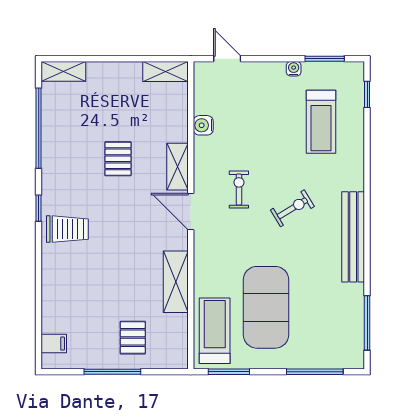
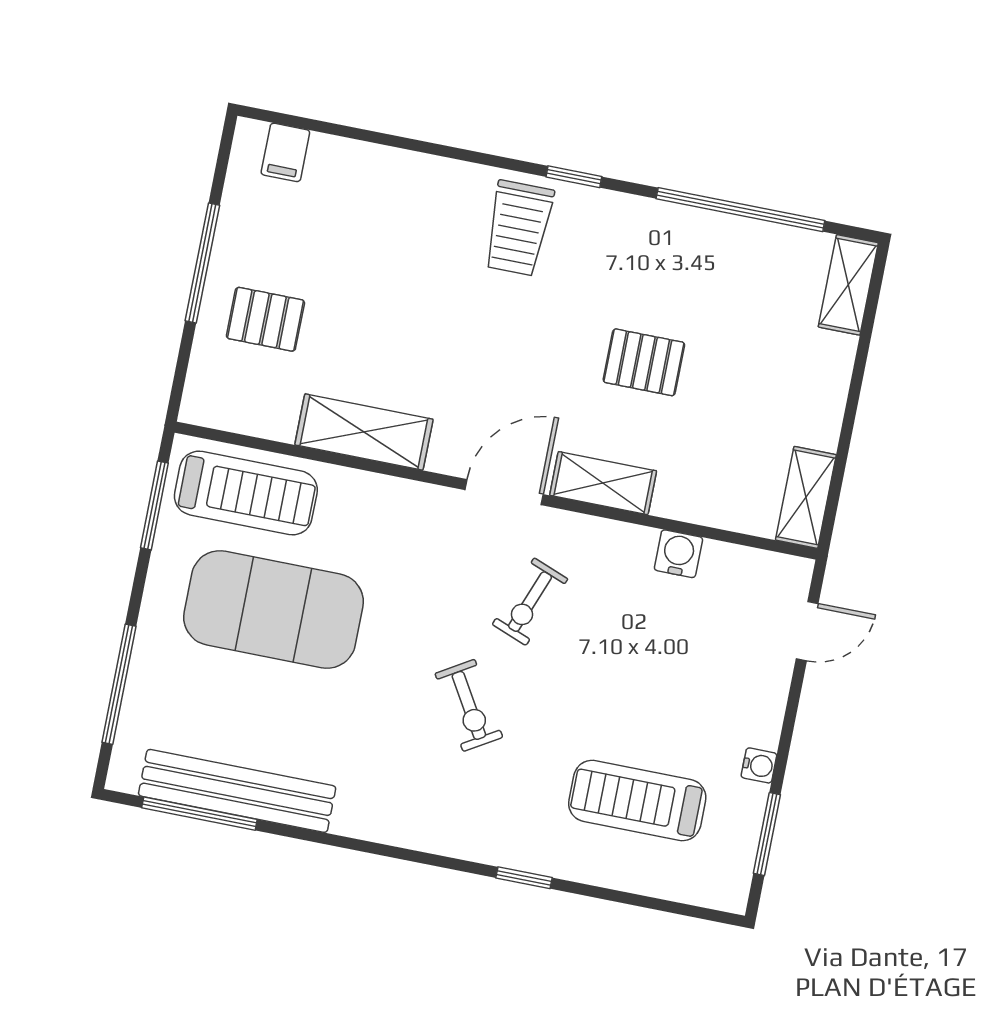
window: (367, 94) -> (524, 878), moved
exercise bike: (239, 189) -> (530, 602), turned 111
bench: (353, 237) -> (237, 791), moved

